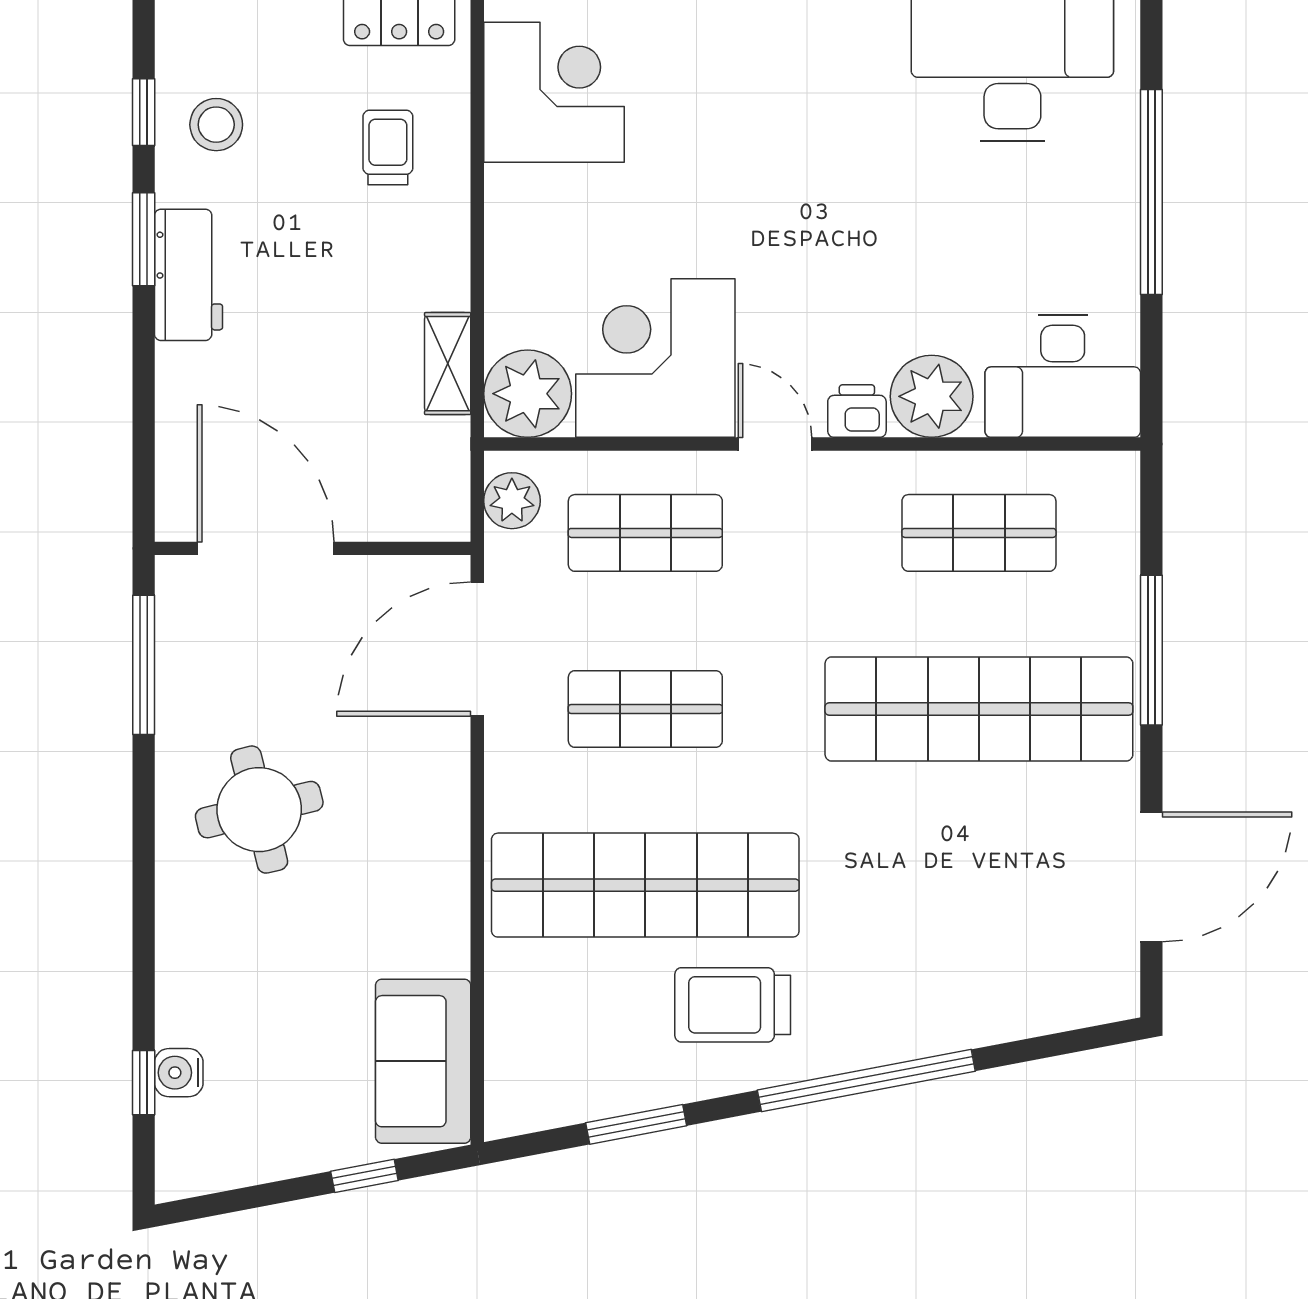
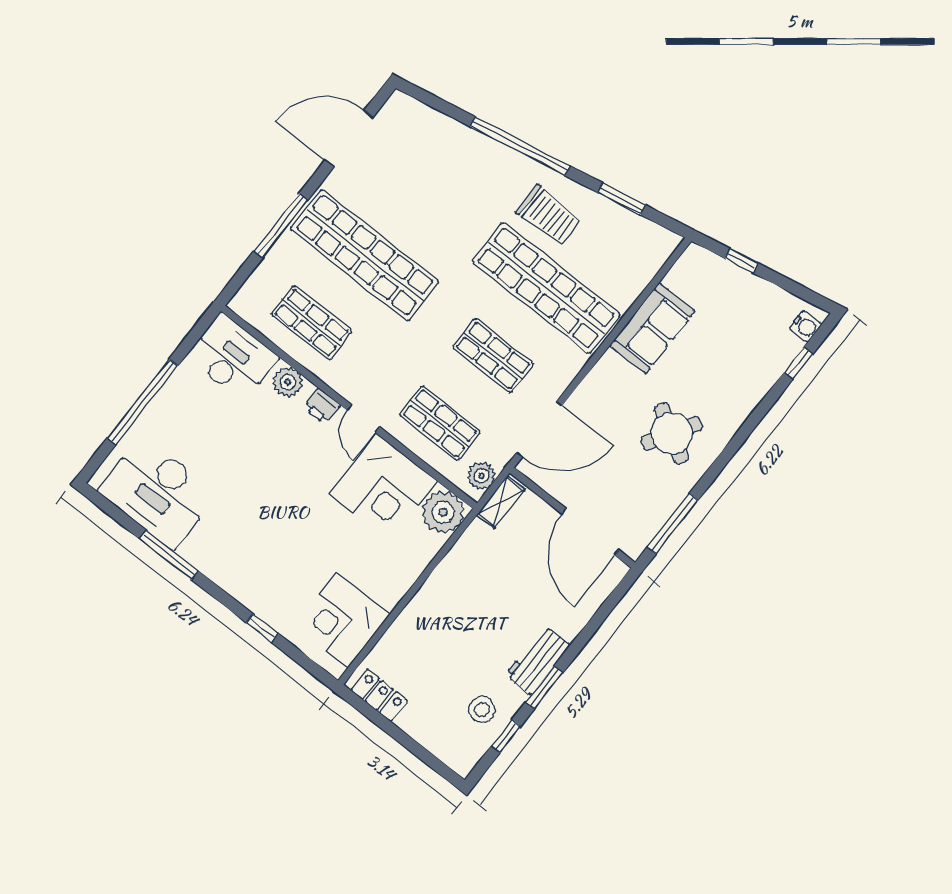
trolley: (388, 147) -> (423, 649), removed
shelving: (448, 364) -> (501, 502), moved
plant: (932, 396) -> (288, 382), width x0.73, depth x0.73
round table: (259, 810) -> (672, 433), turned 45
sofa: (423, 1061) -> (652, 328), moved
water cooler: (179, 1073) -> (805, 326), moved

